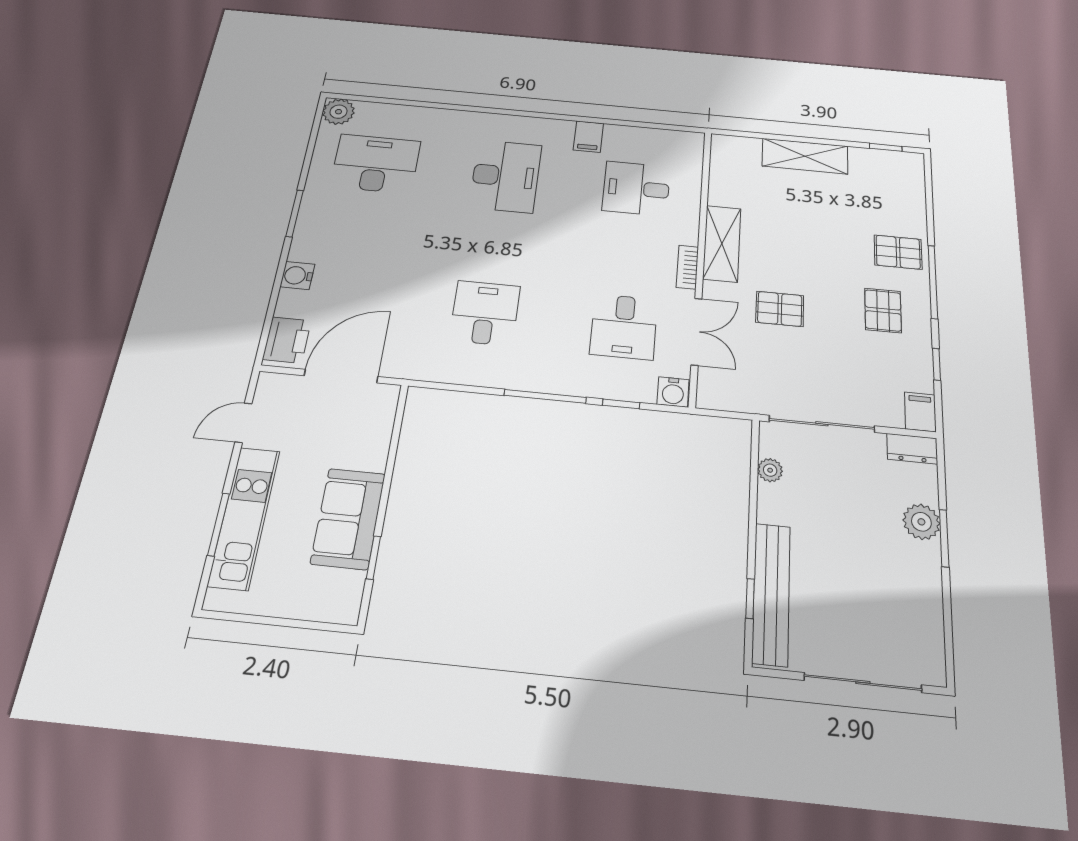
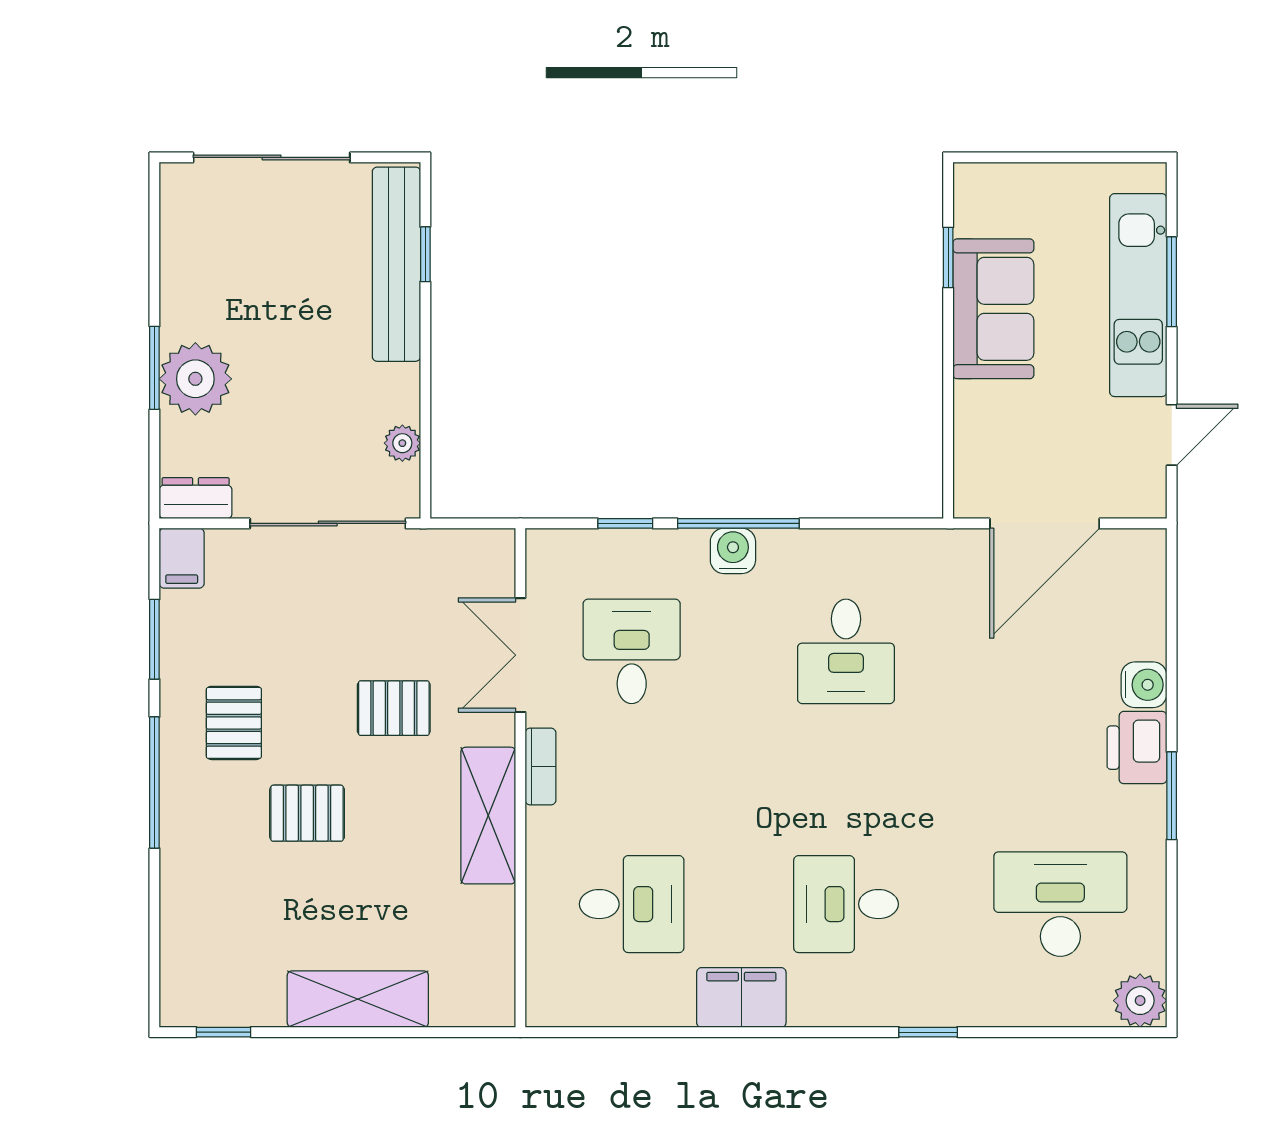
window: (467, 108) -> (928, 1032), added
filing cabinet: (588, 137) -> (741, 997), width x2.00
desk: (376, 164) -> (1060, 904), turned 180
desk: (506, 176) -> (846, 904), width x0.73
pallet: (898, 252) -> (307, 813), moved
printer: (287, 340) -> (1137, 748), moved
window: (936, 364) -> (154, 639), width x1.50
water cooler: (673, 392) -> (733, 551), moved
plant: (921, 522) -> (195, 379), width x1.36, depth x1.36

